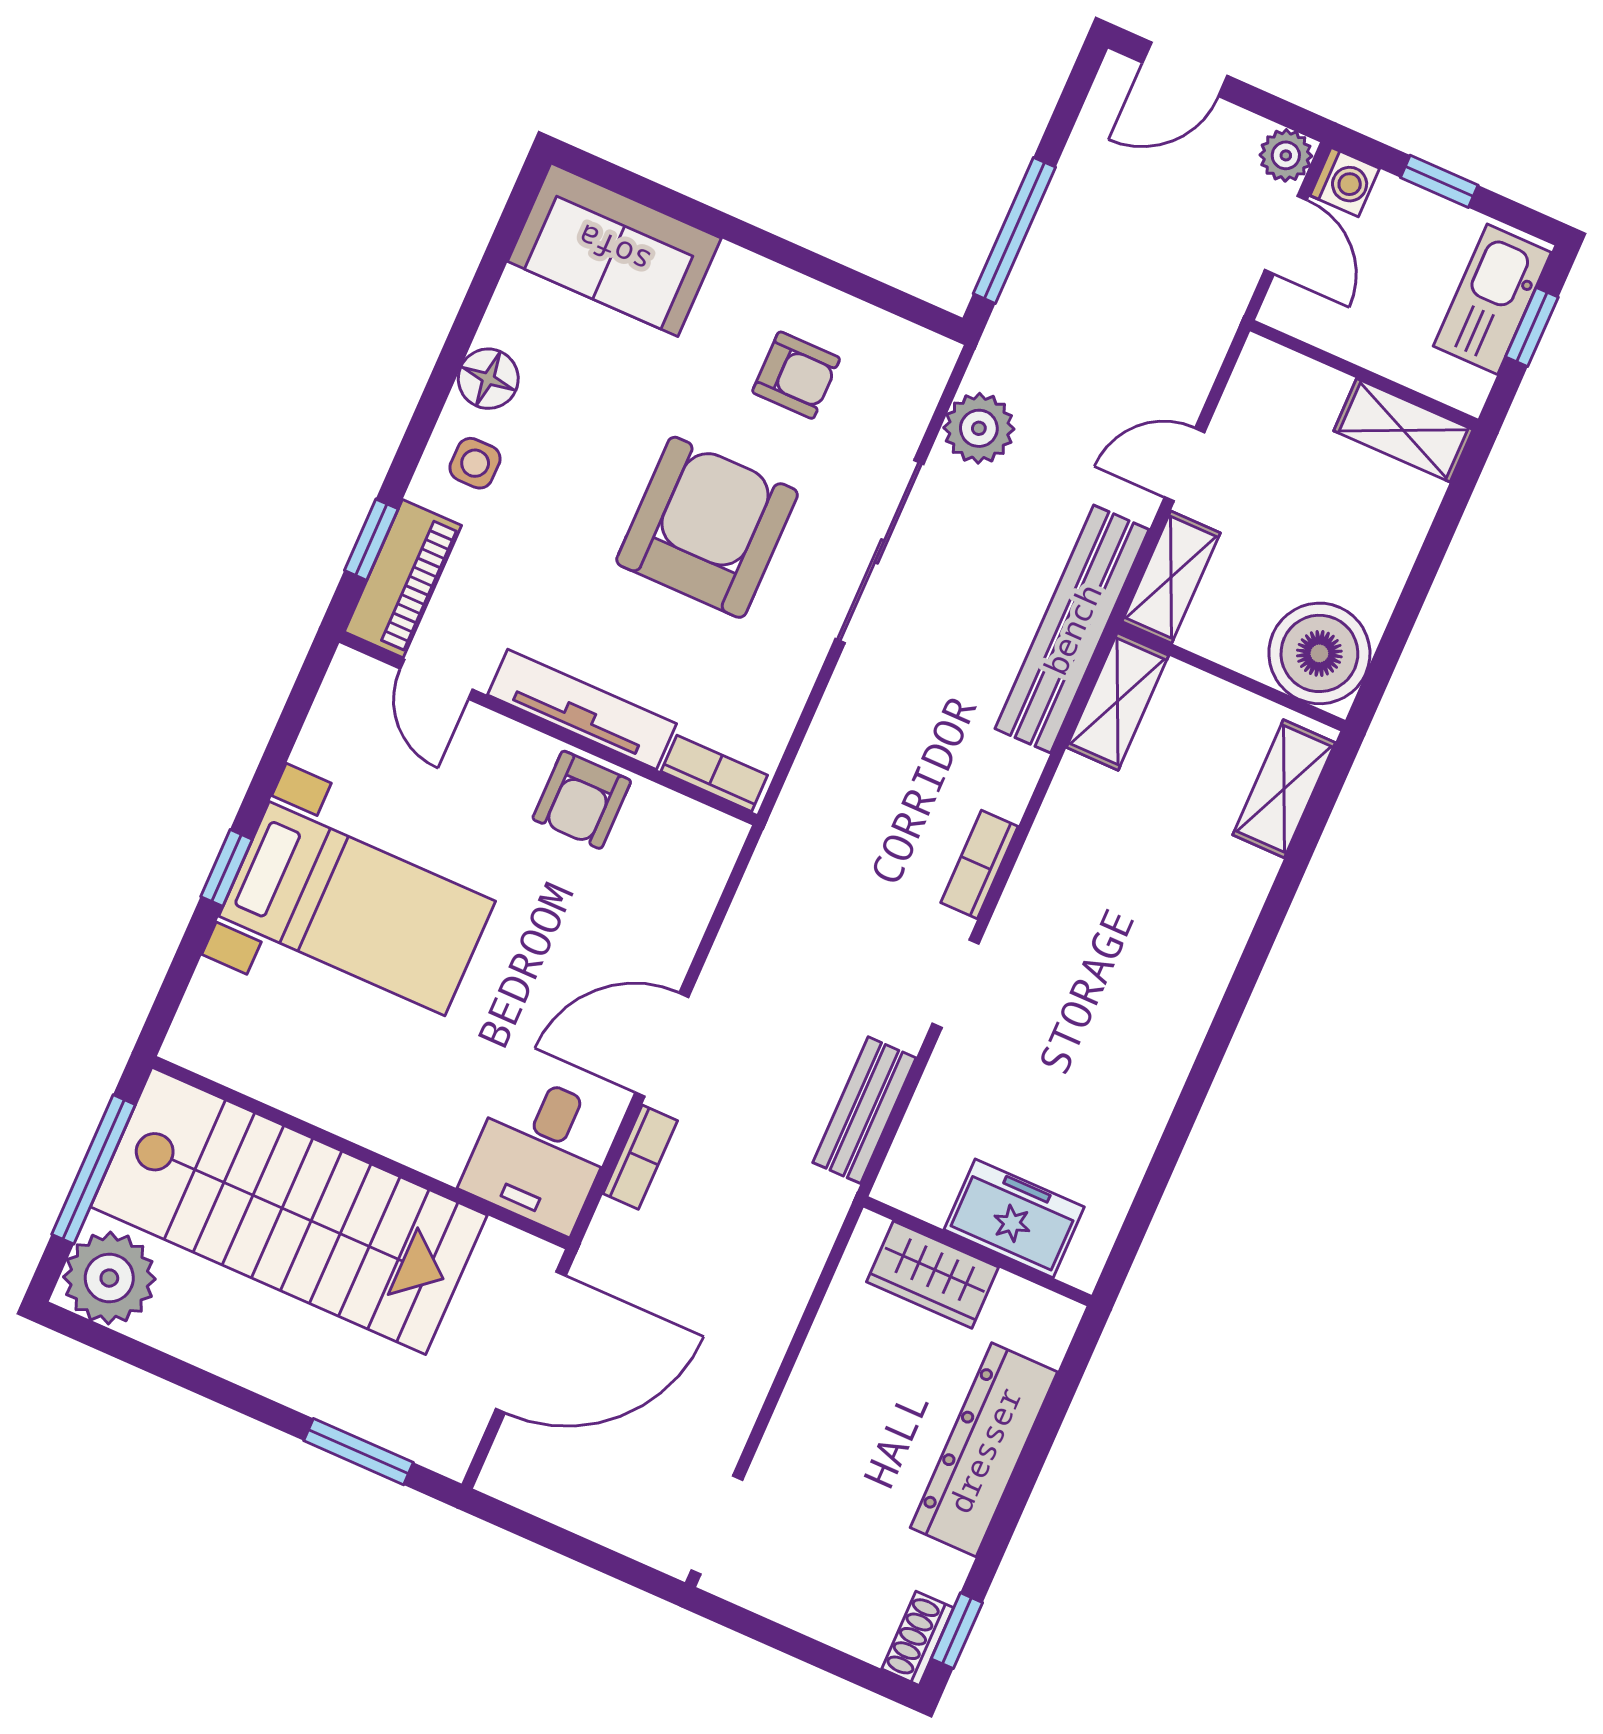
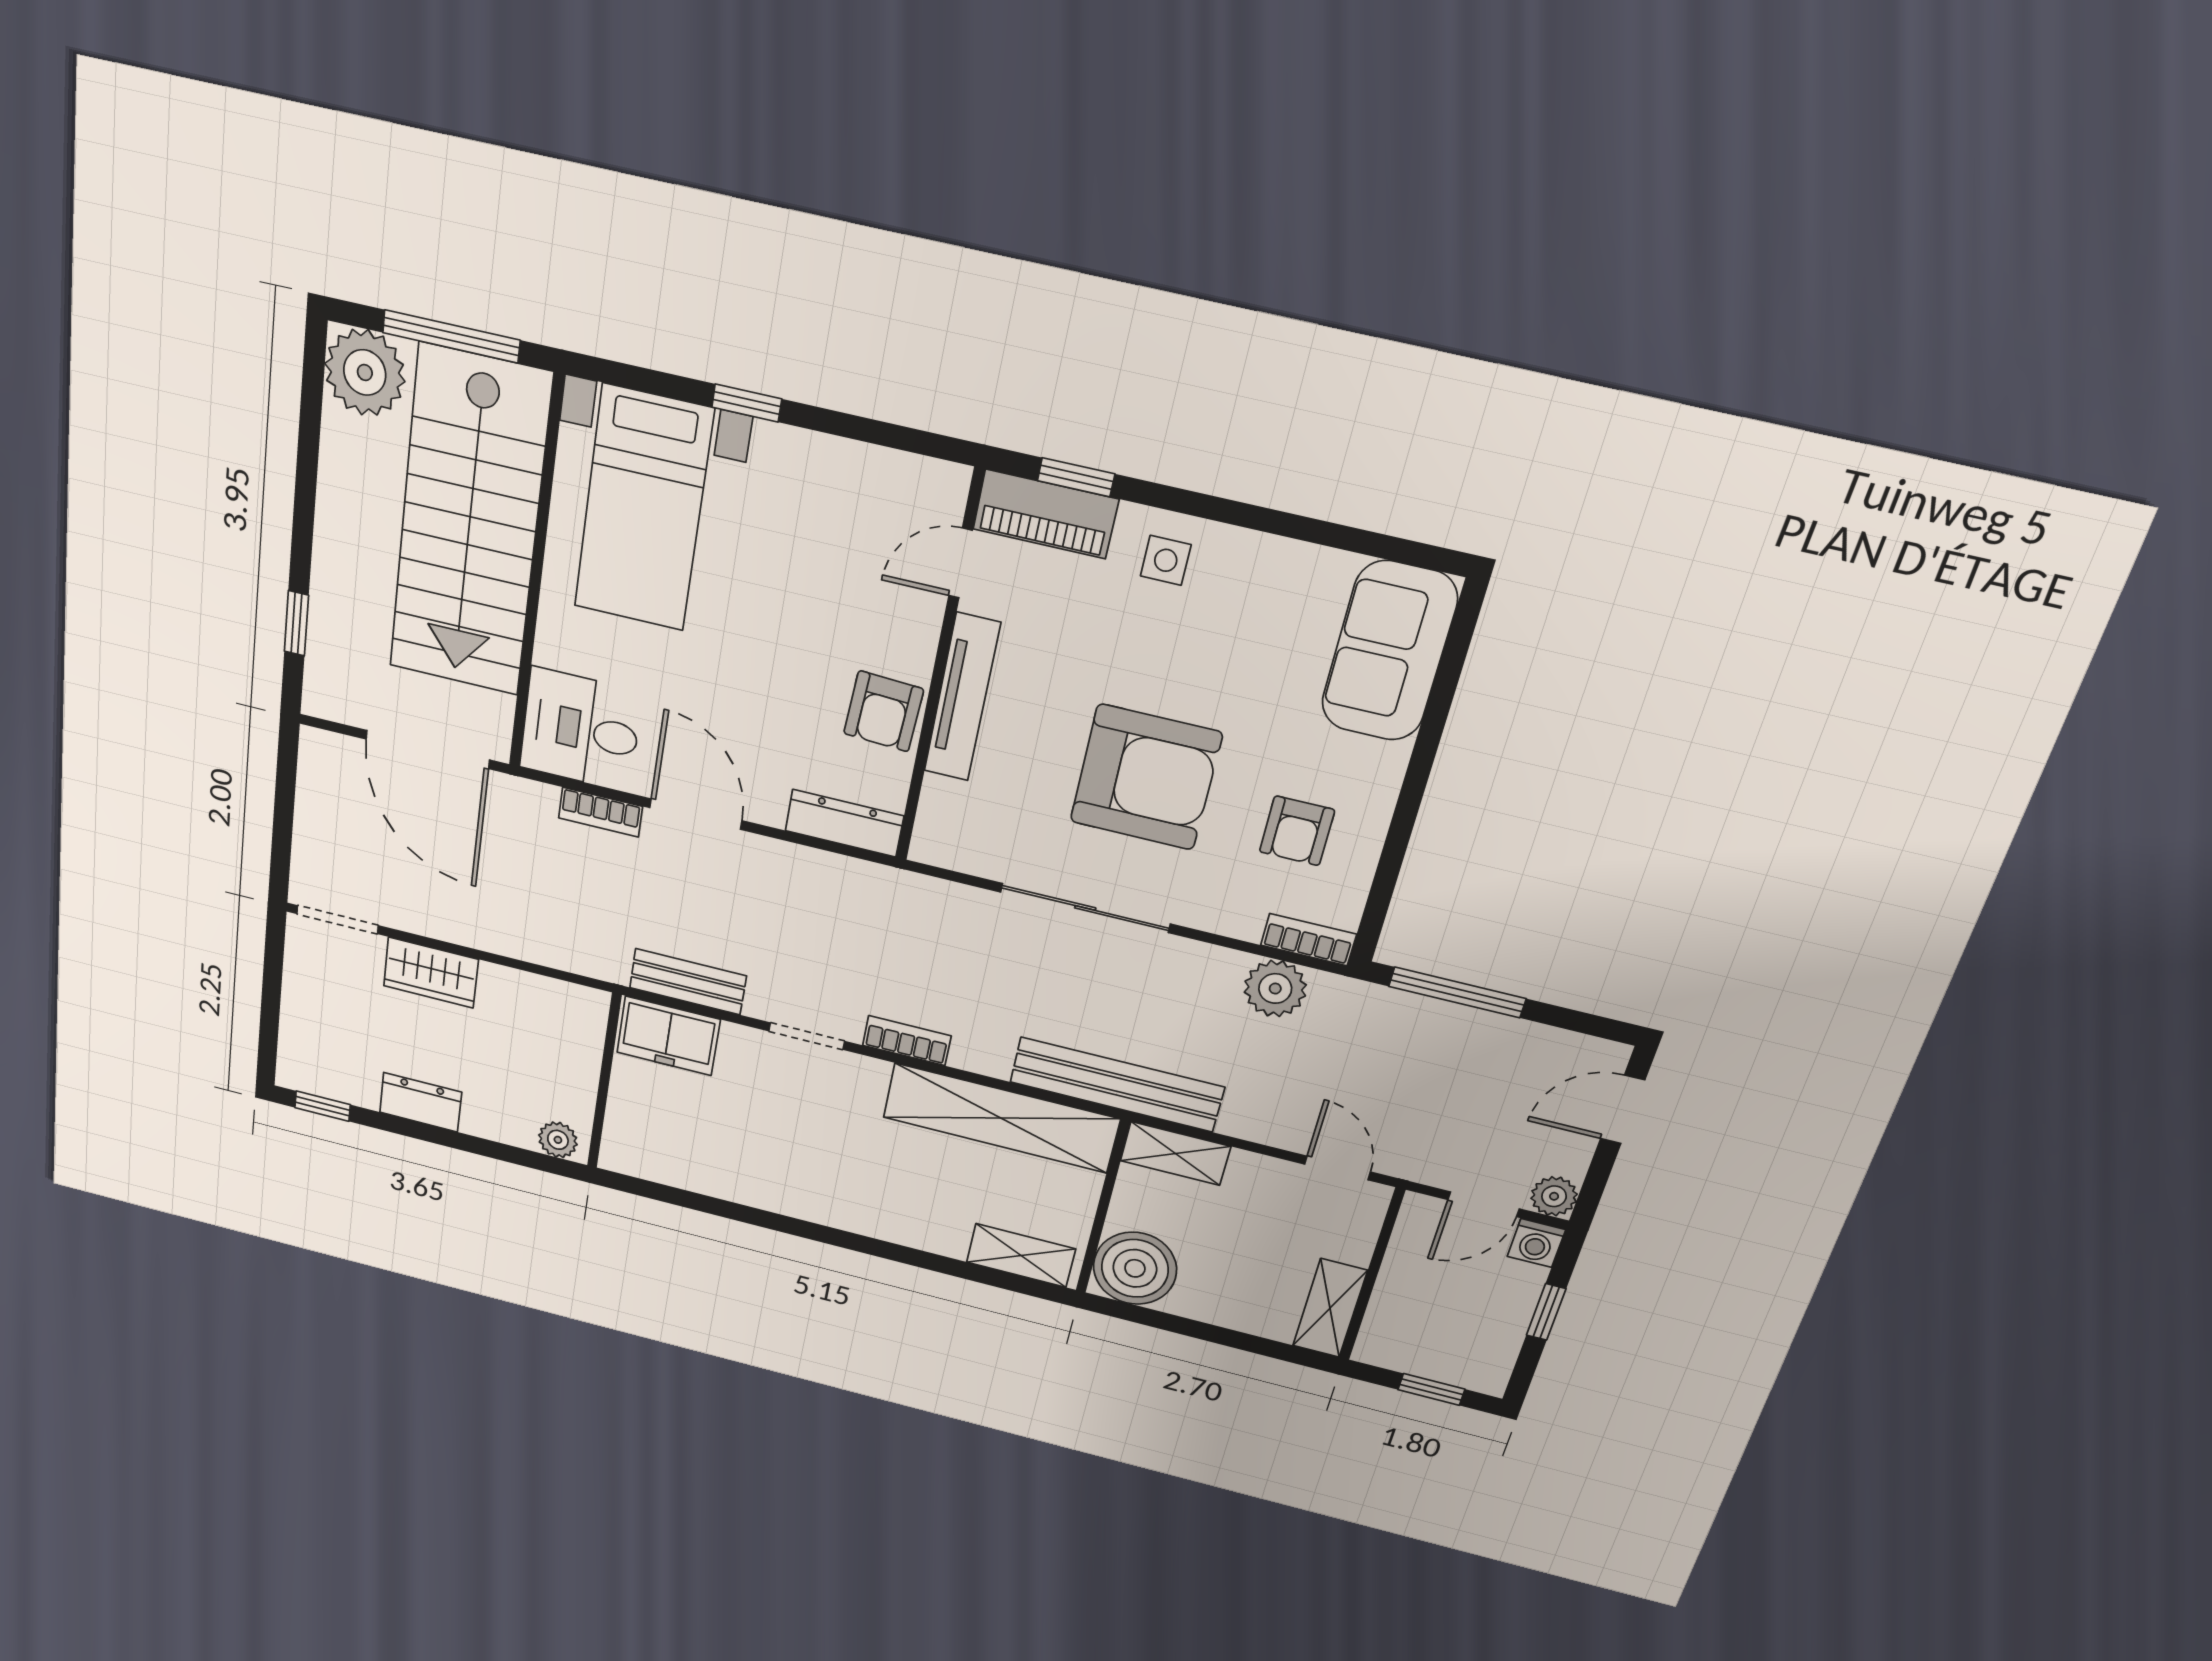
door: (1185, 69) -> (1623, 1109), hinge flipped
kitchen sink: (1492, 299) -> (1450, 1360), removed
floor lamp: (488, 379) -> (1248, 557), removed
door: (1184, 465) -> (1337, 1168), moved
sliding door: (880, 551) -> (1085, 908), moved
shelving: (1118, 701) -> (1001, 1118), width x2.20, depth x1.33
bookcase: (714, 773) -> (1308, 940), moved, turned -90
armchair: (582, 800) -> (884, 711), turned -87
dresser: (702, 875) -> (844, 823), added
bed with nightstands: (357, 909) -> (643, 509), moved
freezer: (1014, 1218) -> (668, 1036), moved, turned 90
wardrobe: (933, 1275) -> (431, 973), moved, turned -90
plant: (1047, 1334) -> (558, 1140), added
dresser: (984, 1450) -> (421, 1102), width x0.51, depth x0.80
window: (358, 1452) -> (296, 623), width x0.67
shoe rack: (918, 1638) -> (307, 1079), removed

